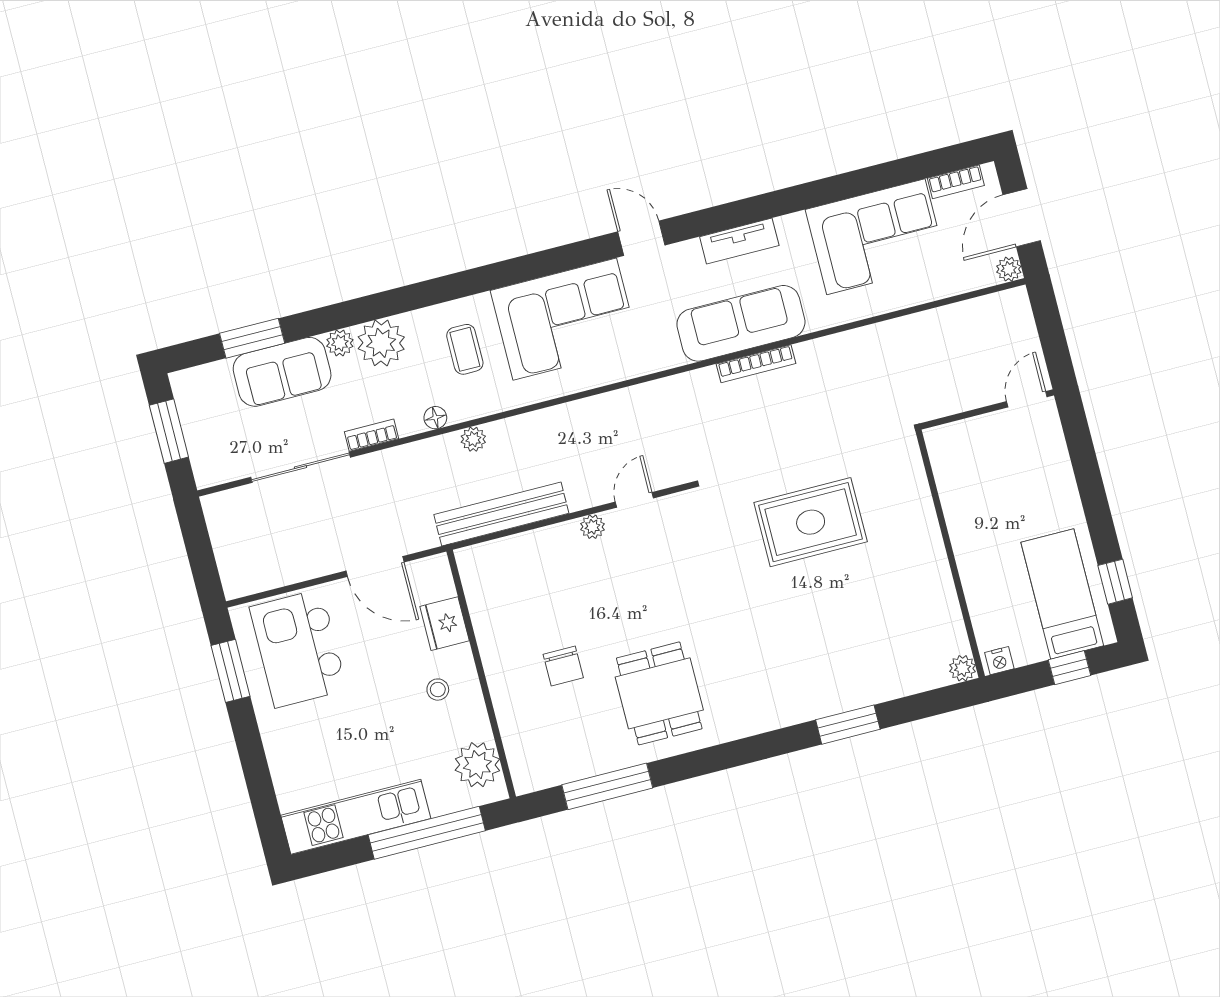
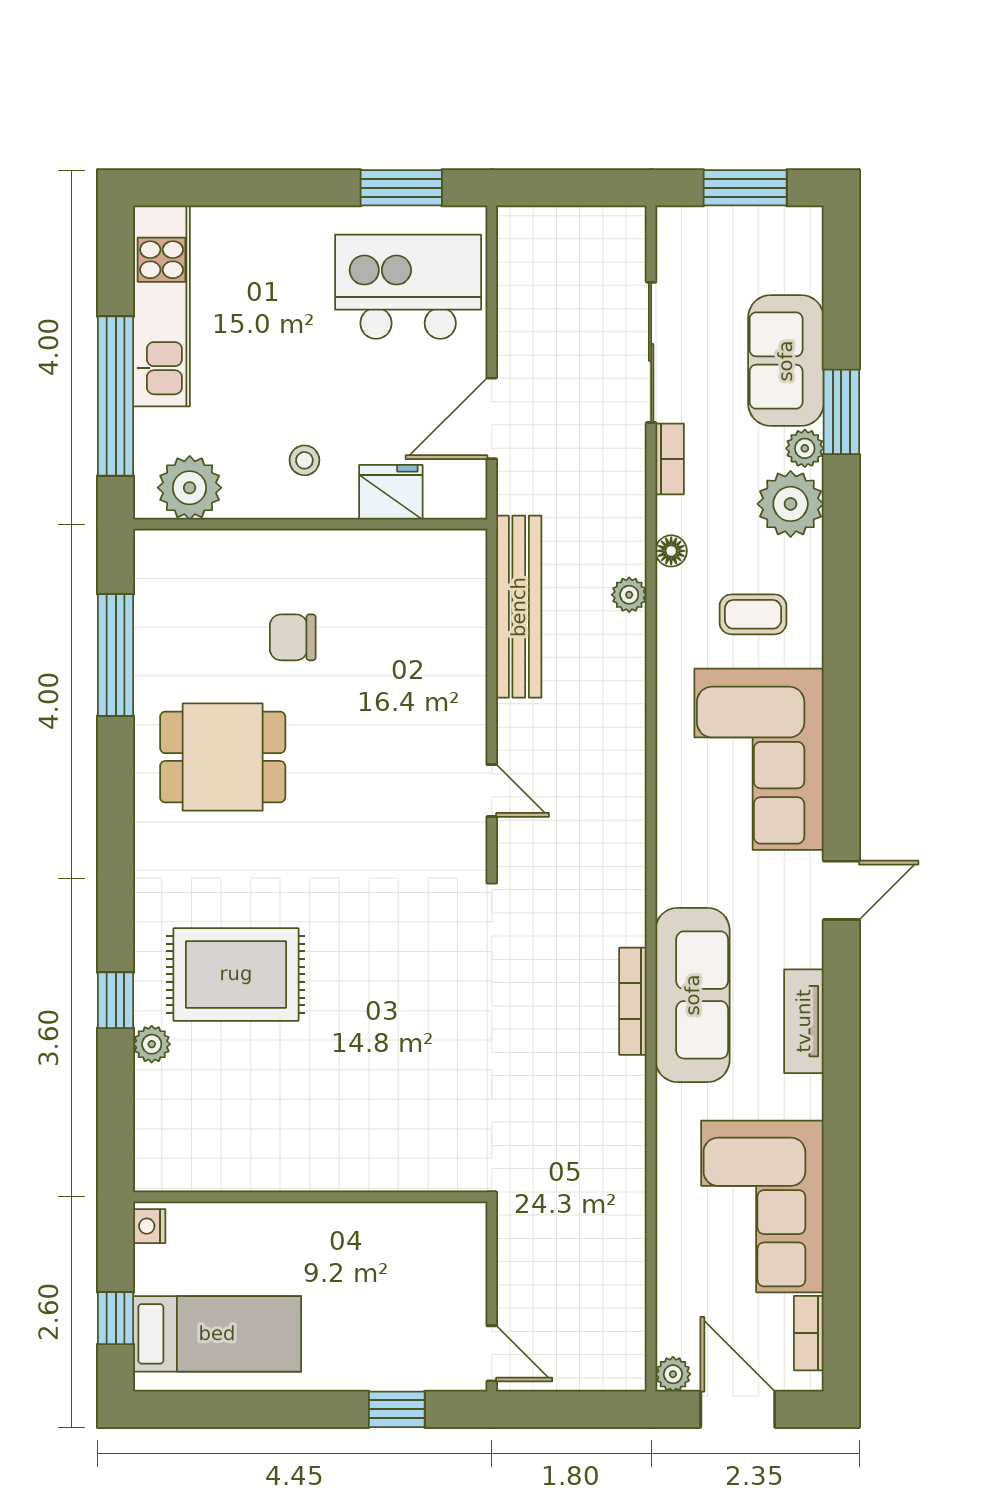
window: (252, 338) -> (841, 412), moved
rug: (811, 522) -> (236, 974), moved, turned 90
plant: (593, 527) -> (470, 725), removed
window: (1115, 582) -> (397, 1409), moved
plant: (963, 668) -> (152, 1044), moved
window: (848, 725) -> (116, 1000), width x0.67

